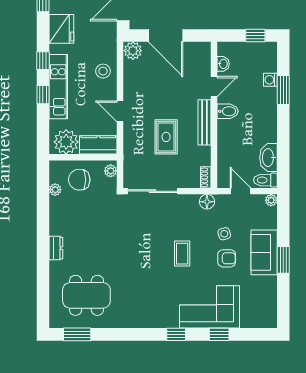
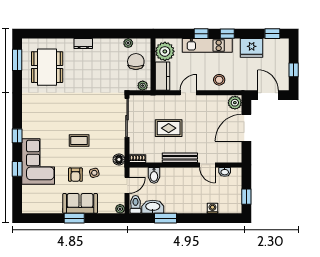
window: (283, 90) -> (166, 218), moved
bidet: (228, 111) -> (154, 175), moved

